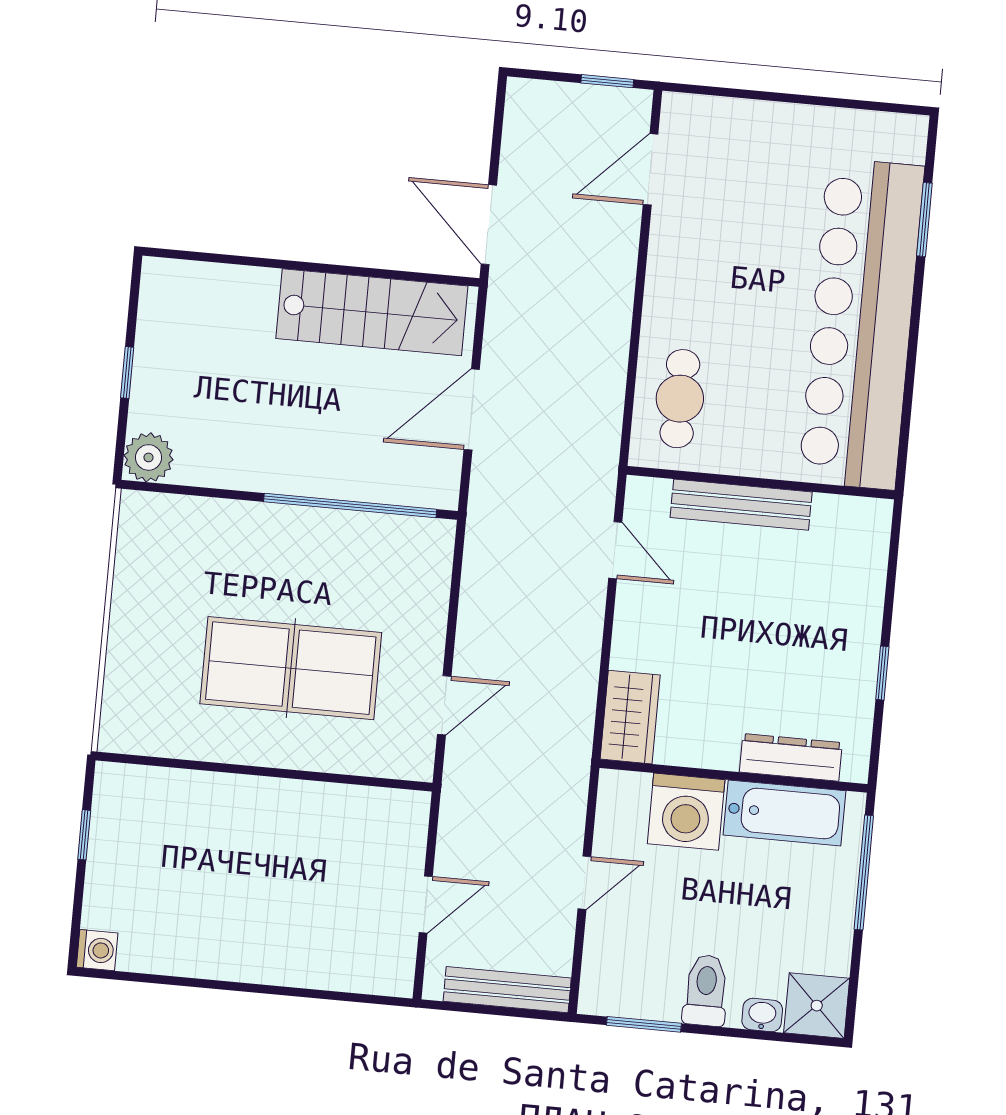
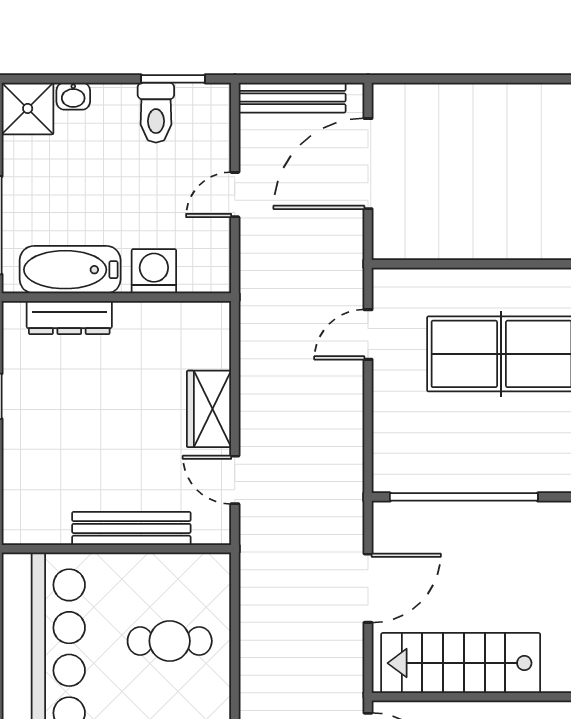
cafe table: (680, 399) -> (170, 641), moved, turned 90
wardrobe: (630, 717) -> (209, 409), moved
washing machine: (686, 812) -> (154, 271), width x0.73, depth x0.73
door: (426, 904) -> (368, 164), width x1.87
toilet: (706, 990) -> (156, 113), moved

